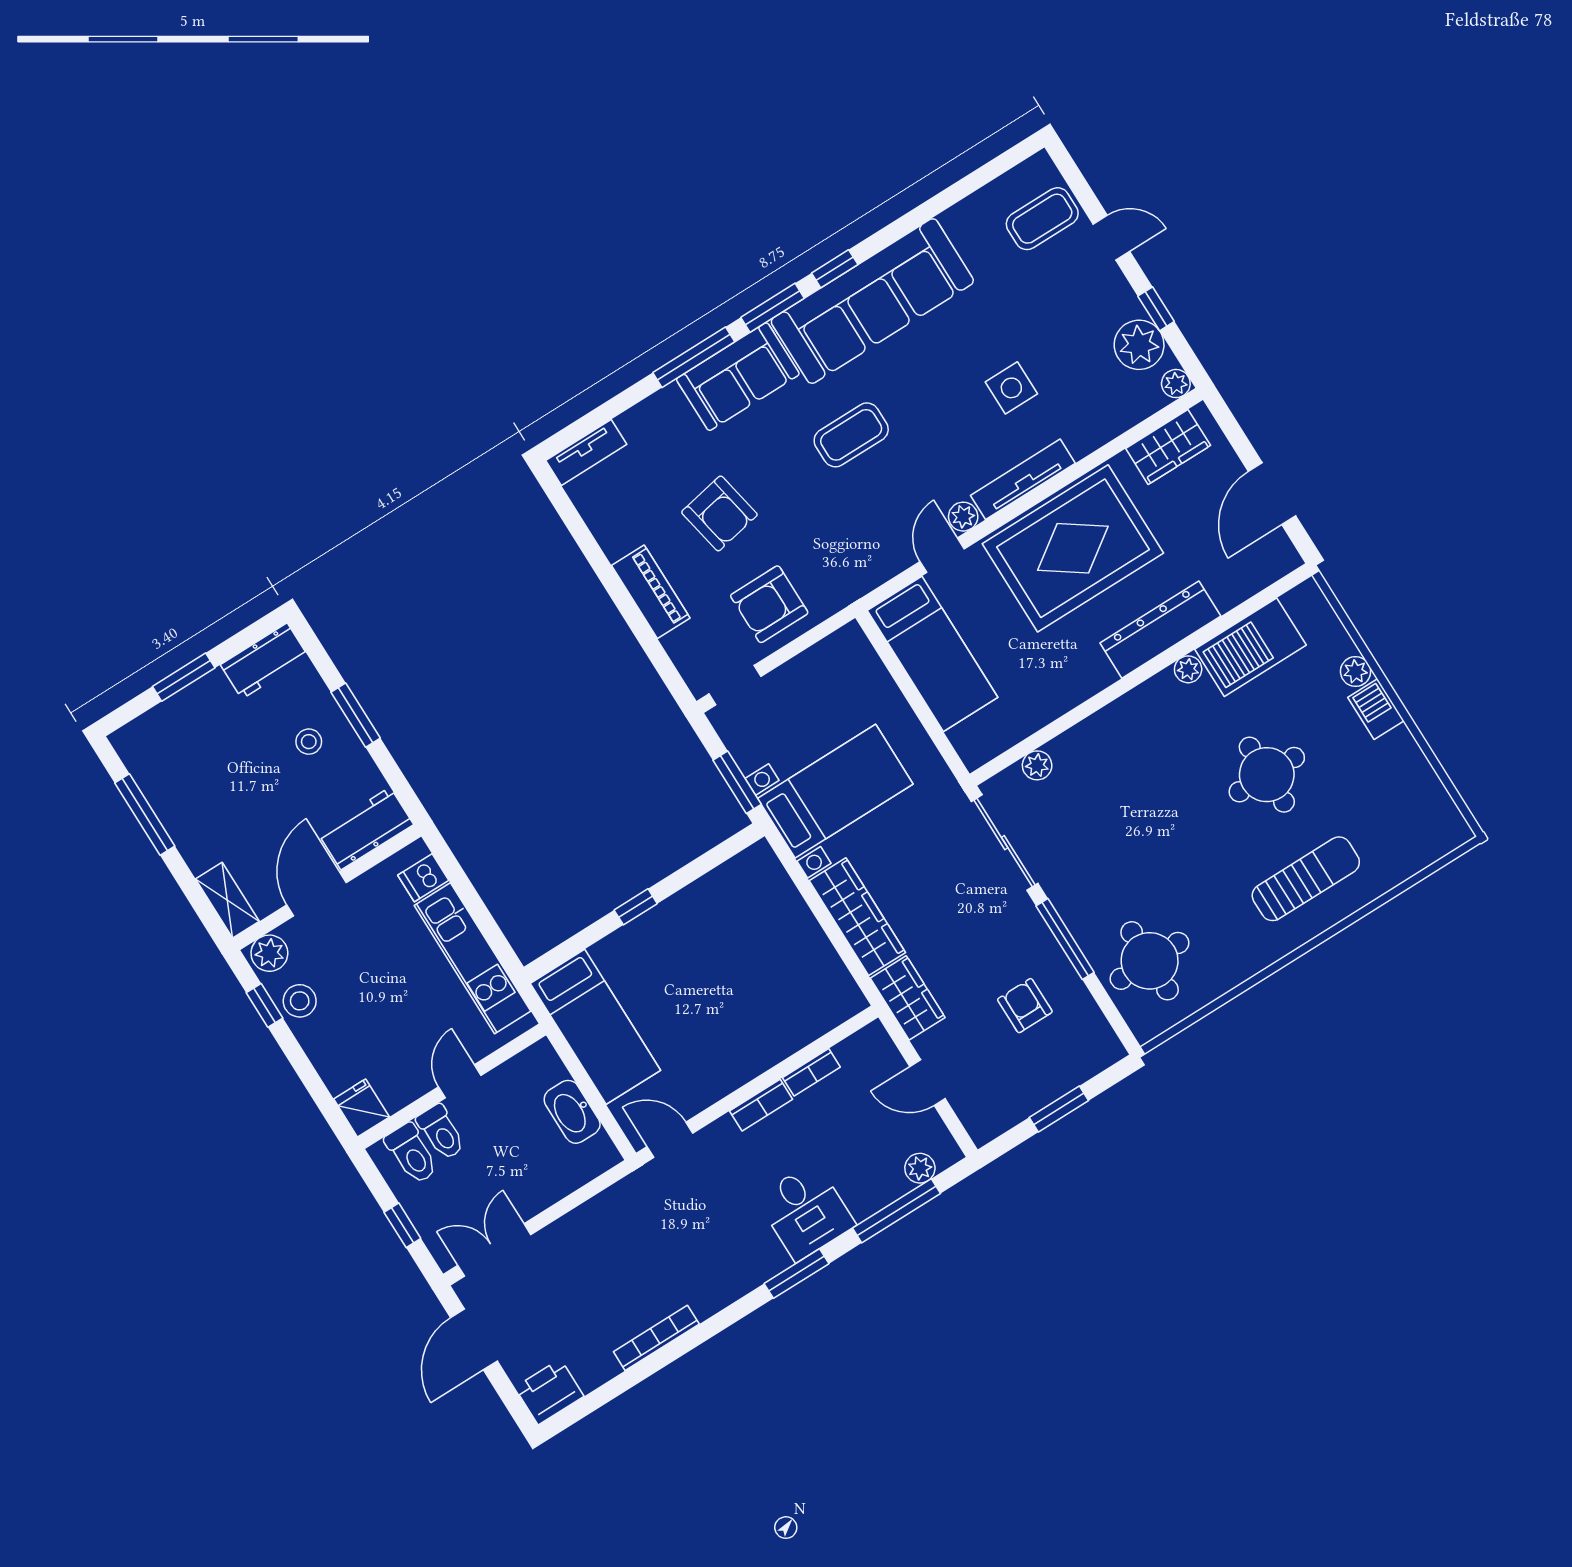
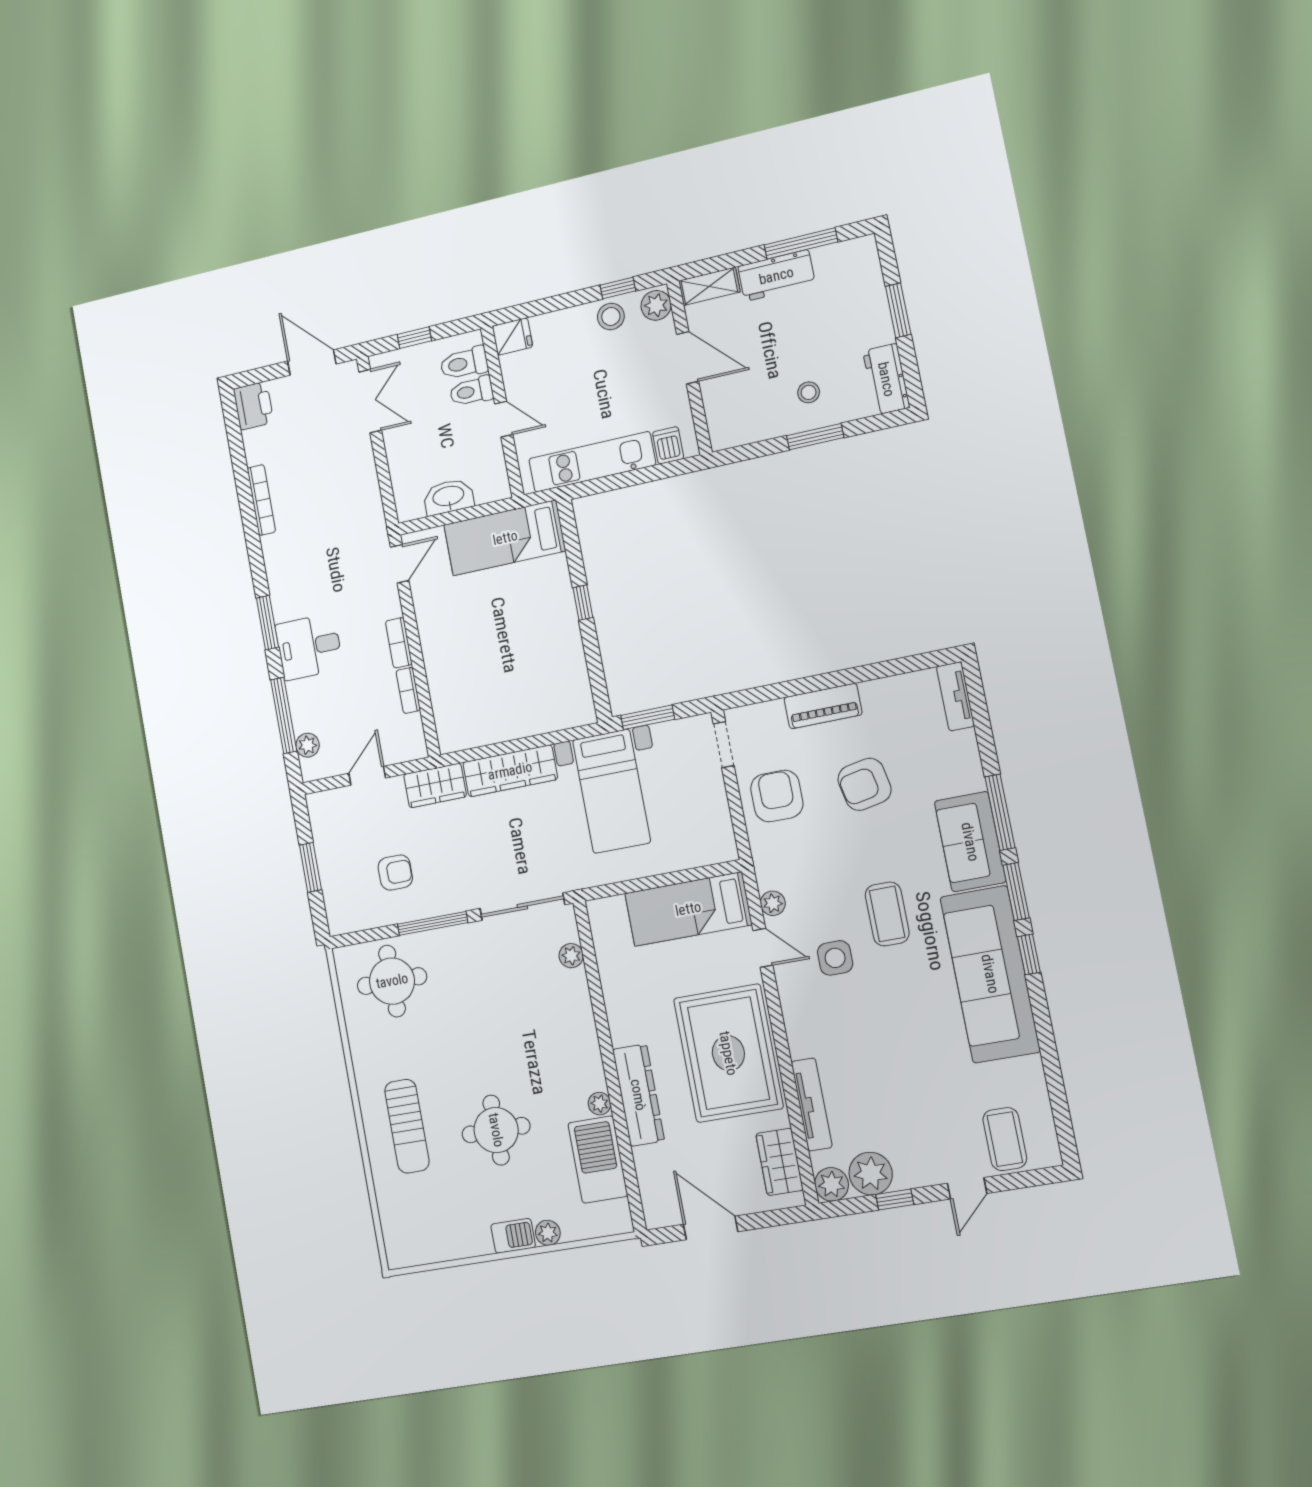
plant: (1176, 384) -> (832, 1184), width x1.38, depth x1.38
side table: (1011, 388) -> (835, 958), moved
tv unit: (1023, 479) -> (812, 1104), moved
plant: (963, 517) -> (773, 903), moved
workbench: (366, 829) -> (776, 276), moved, turned 90

